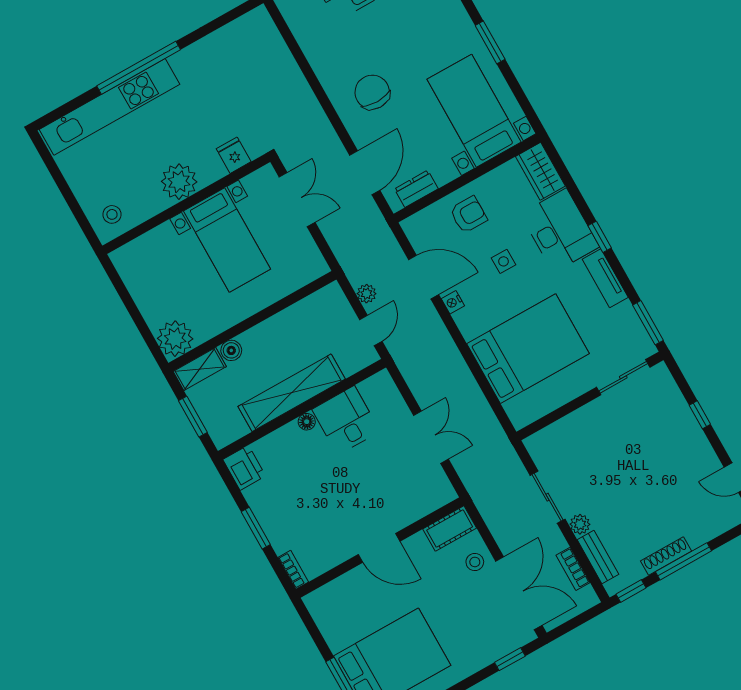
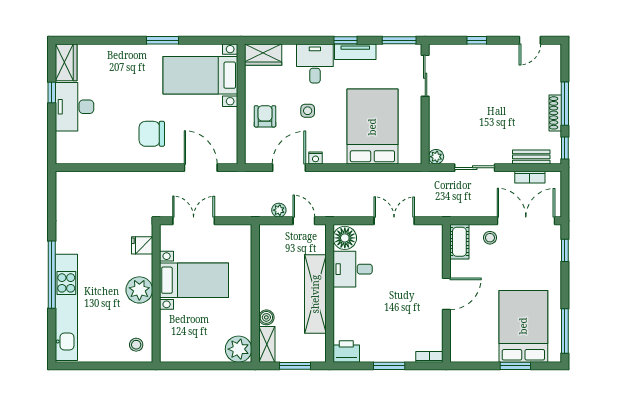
dresser: (416, 189) -> (230, 140), removed
desk: (560, 230) -> (315, 63), width x0.73
window: (600, 237) -> (345, 40), moved
floor lamp: (307, 422) -> (345, 238), moved, width x1.89, depth x1.89
plant: (580, 524) -> (436, 157), moved

